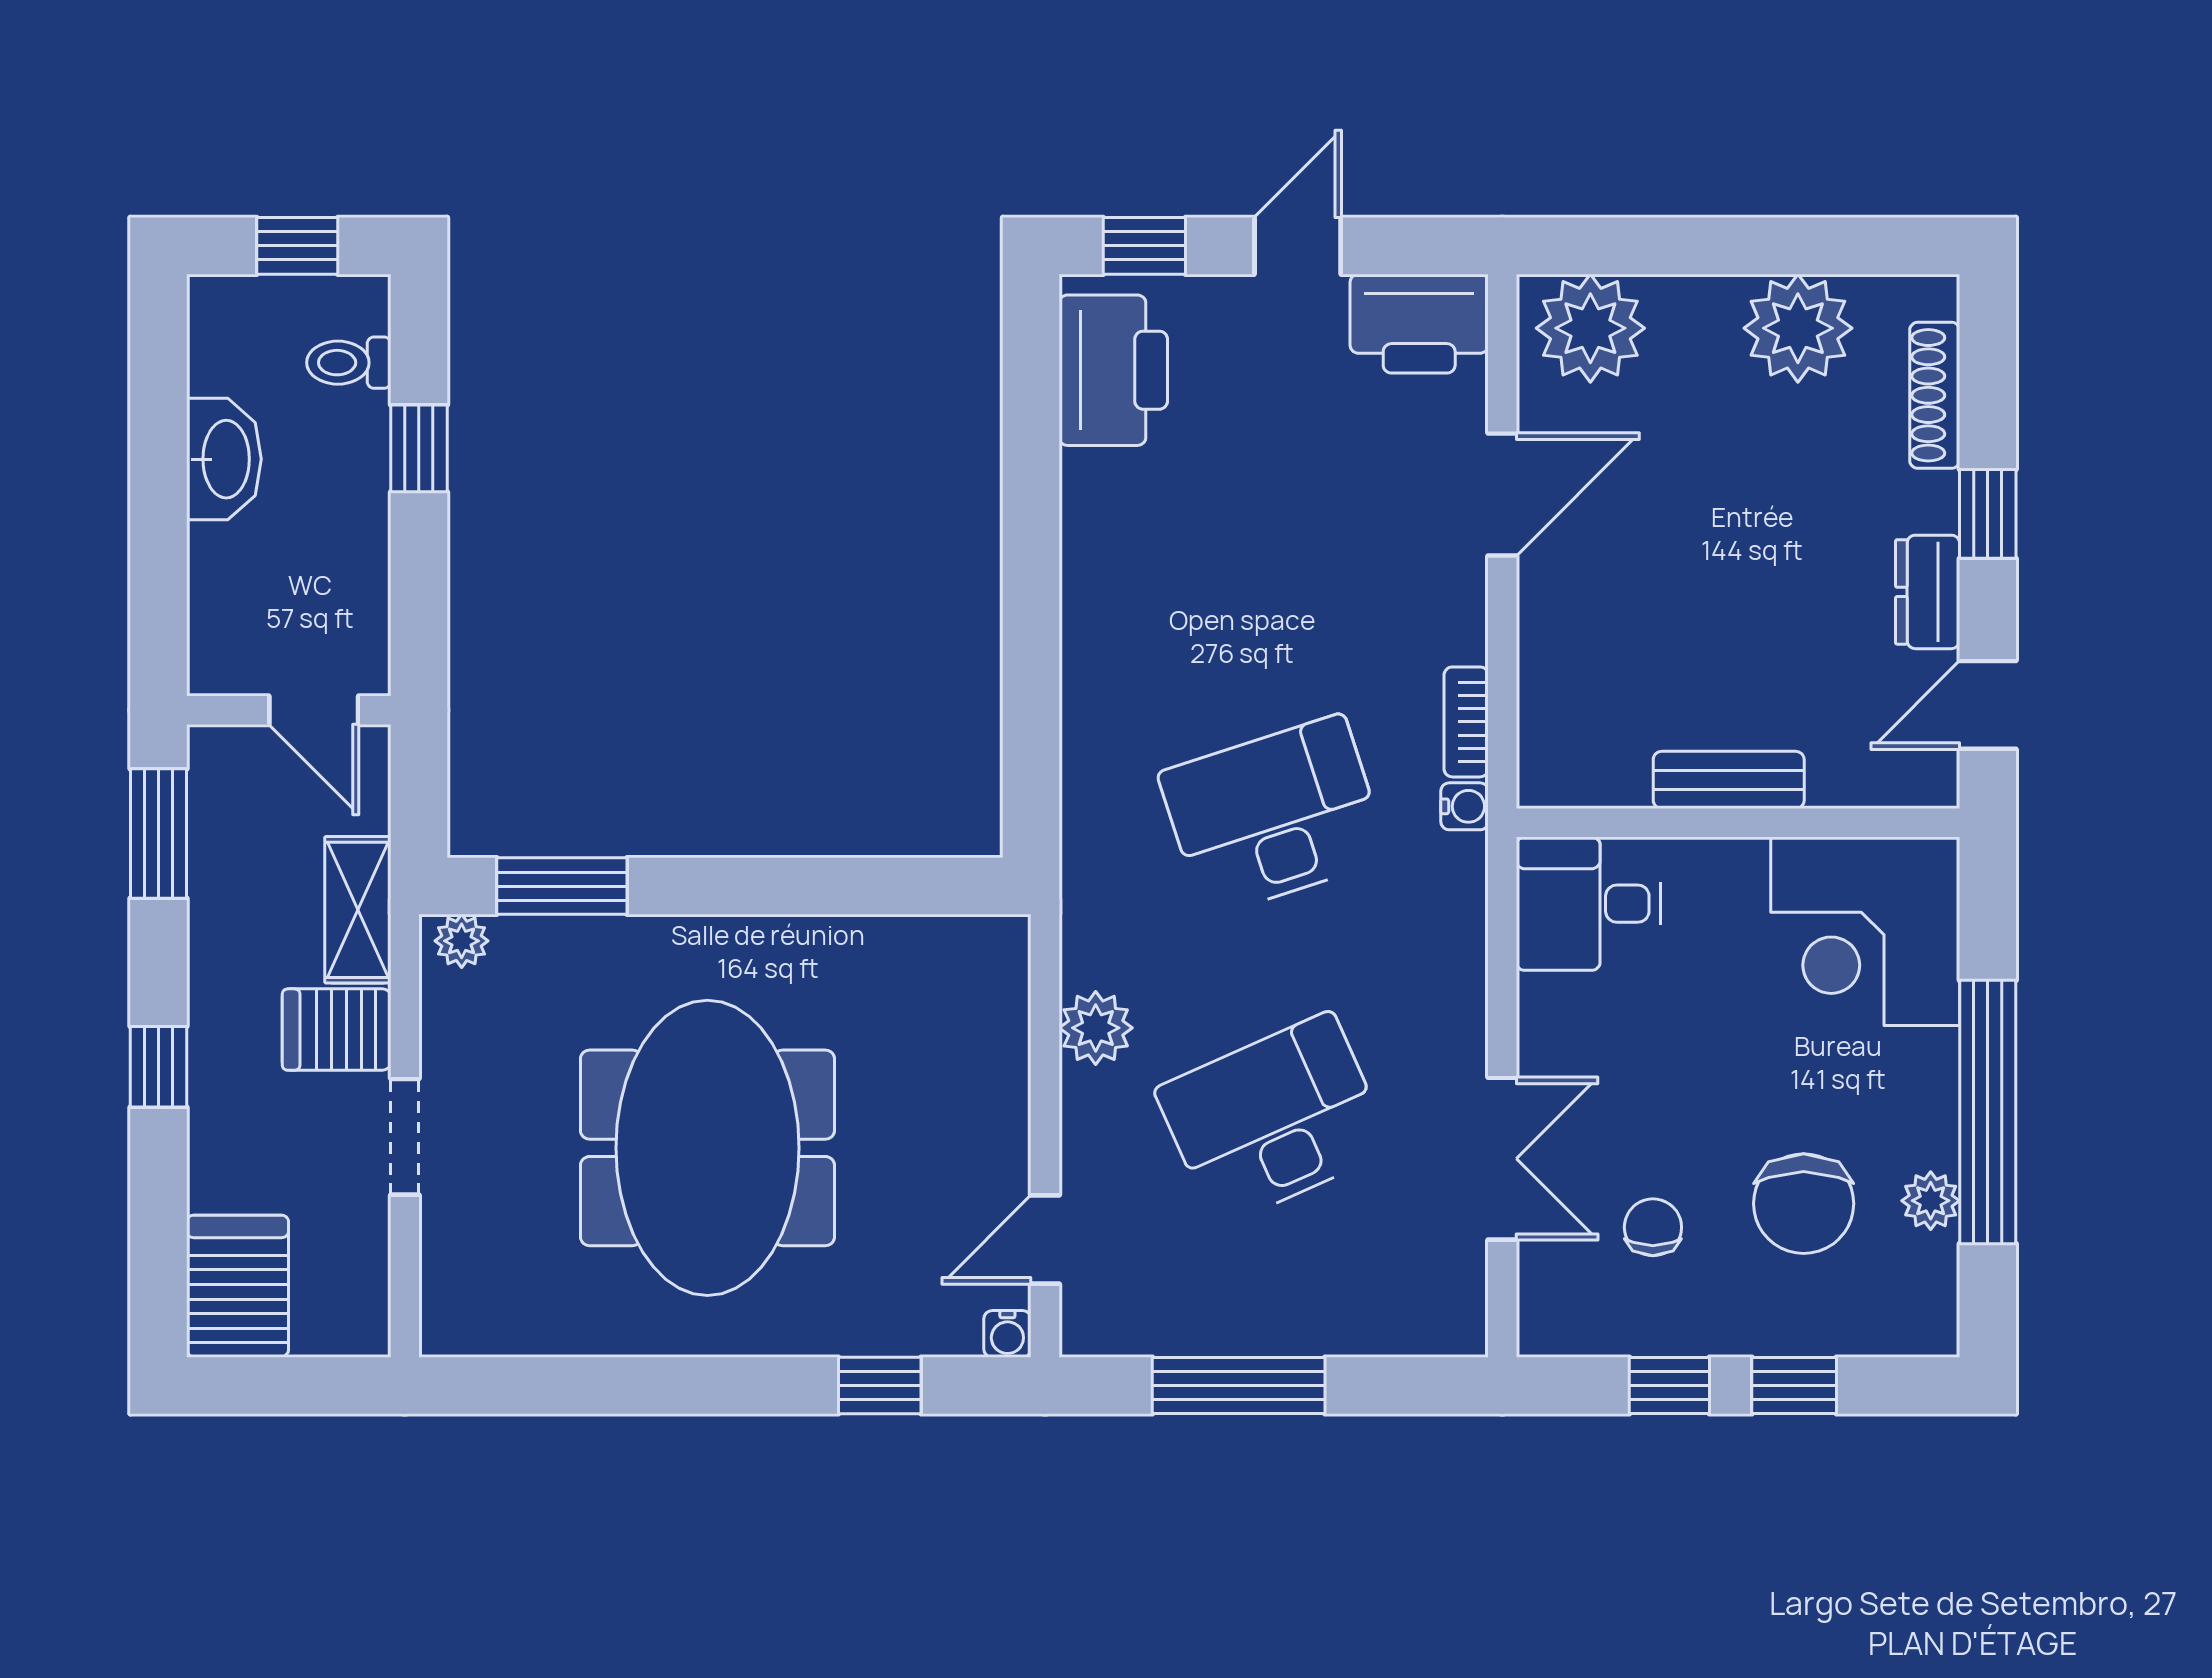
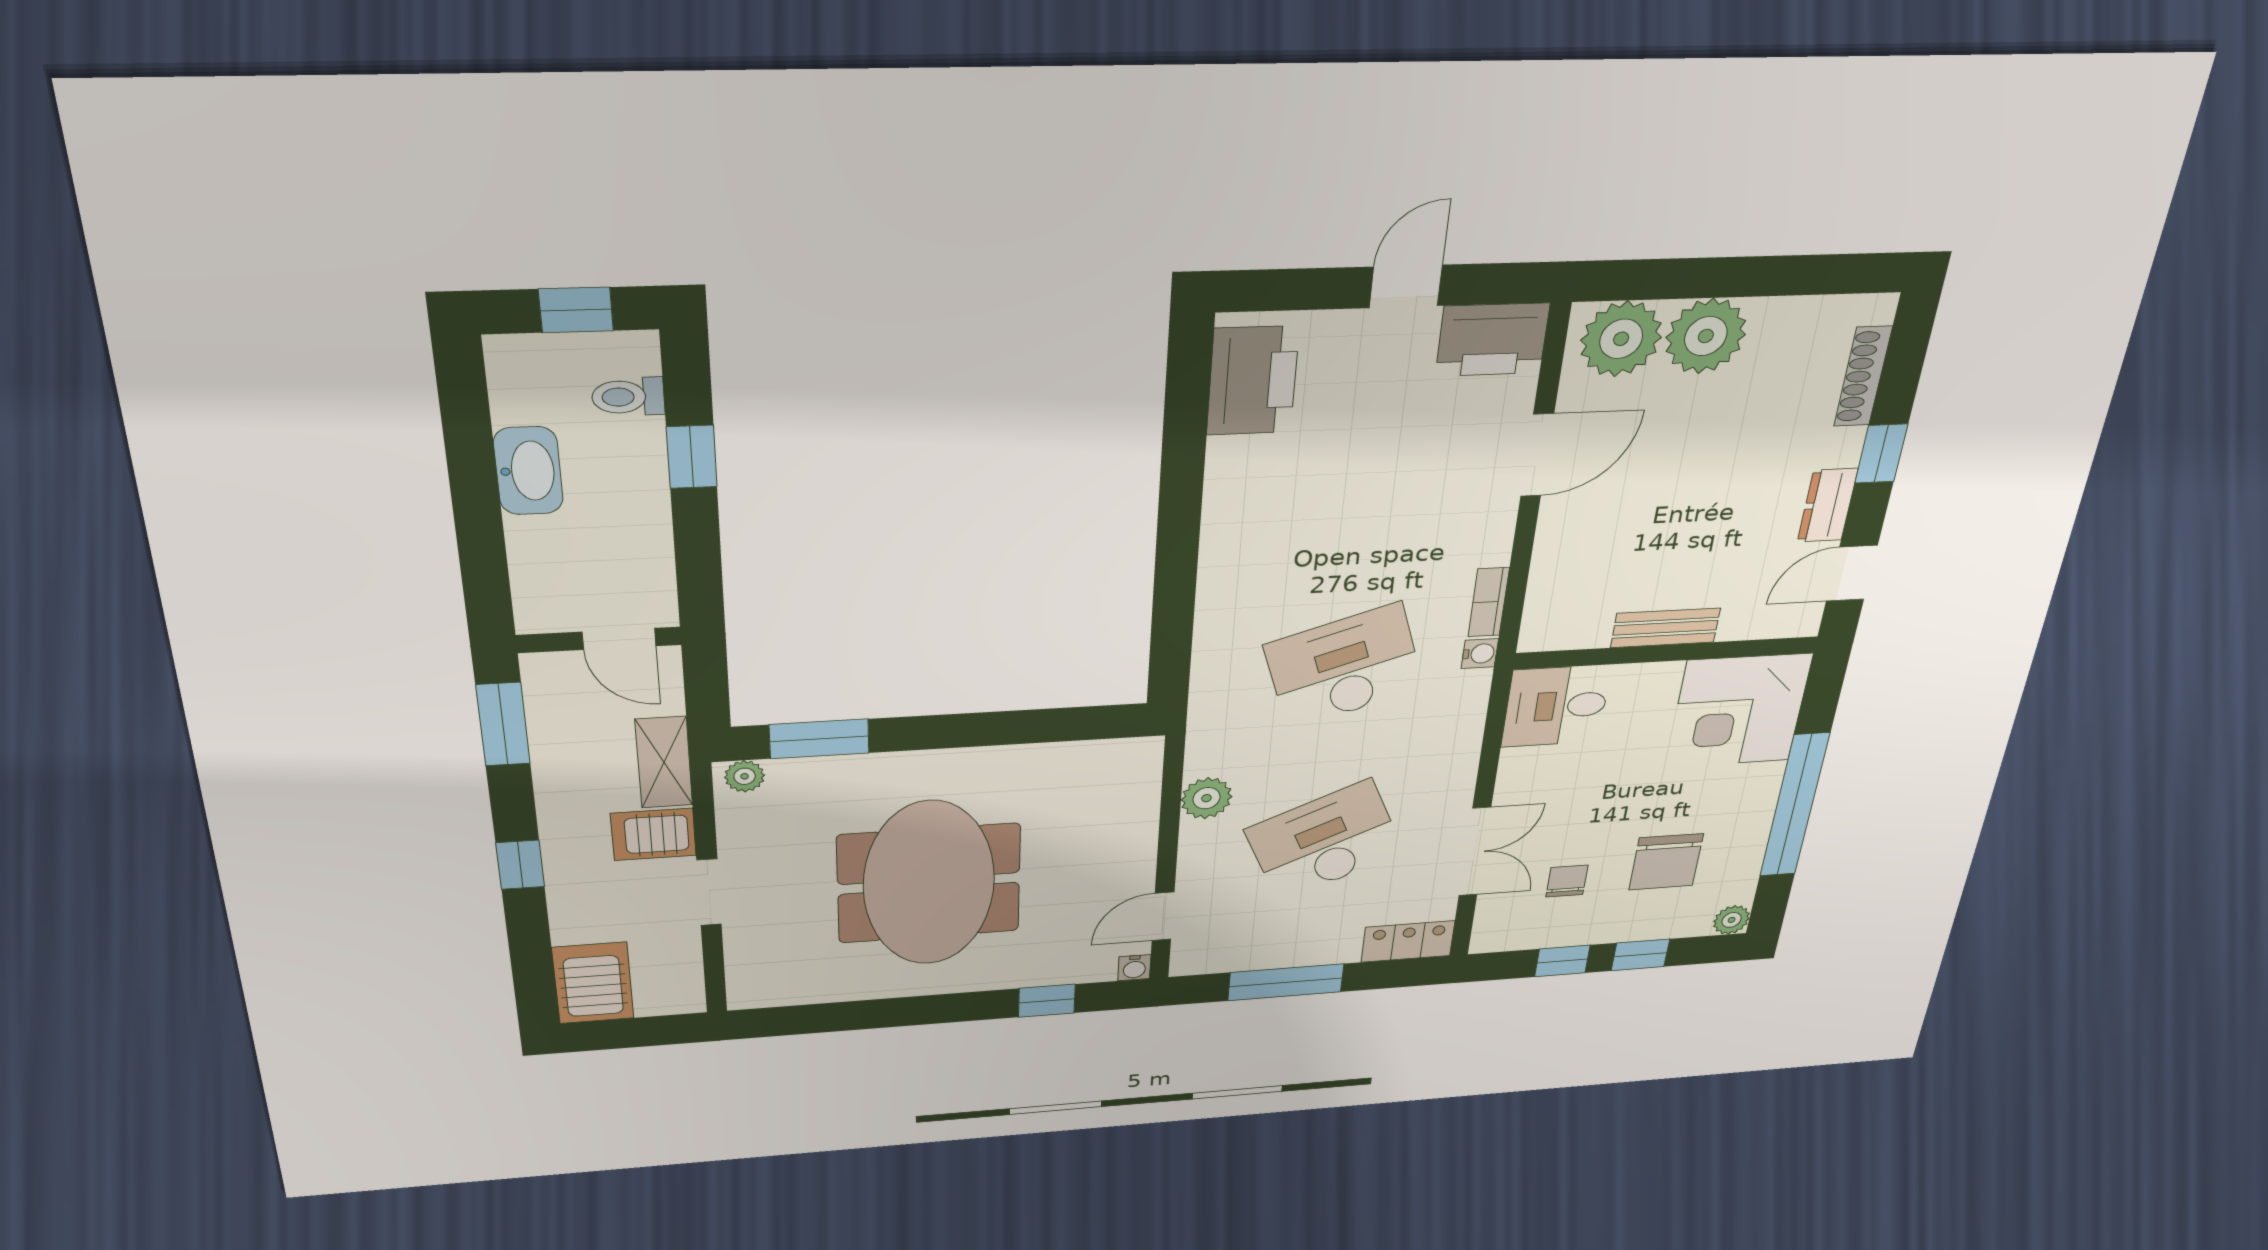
window: (1144, 246) -> (1285, 290), removed
plant: (1798, 328) -> (1706, 336), moved
plant: (1931, 1201) -> (1732, 920), moved
locker: (1420, 1323) -> (1408, 941), added

